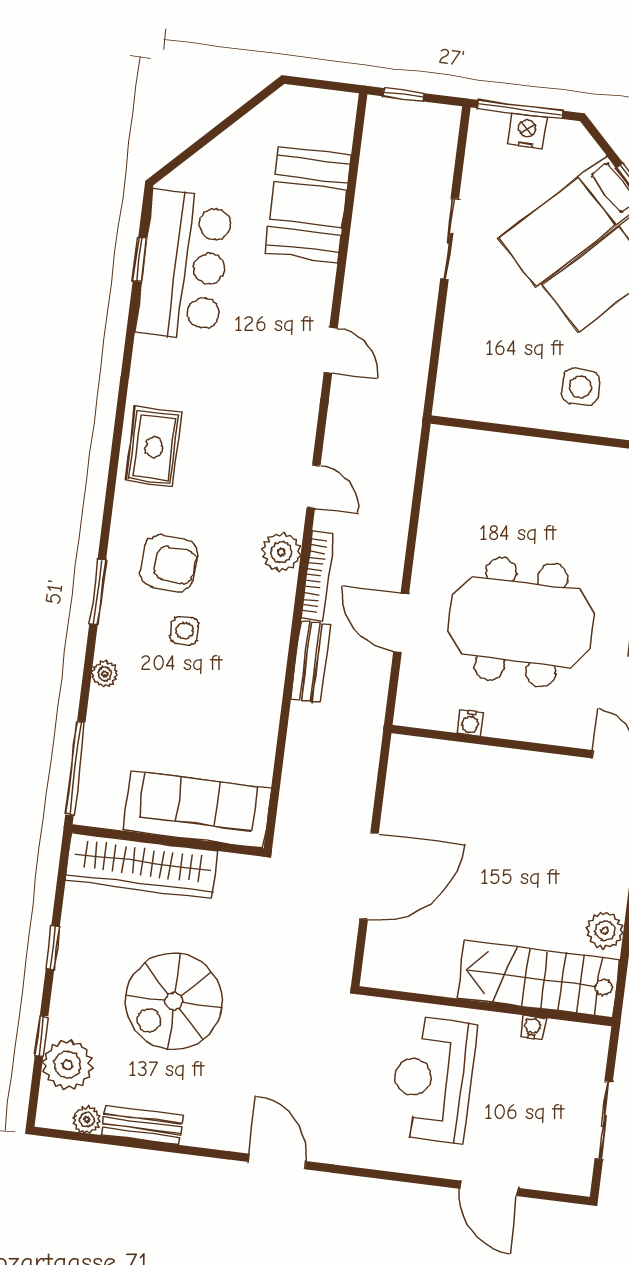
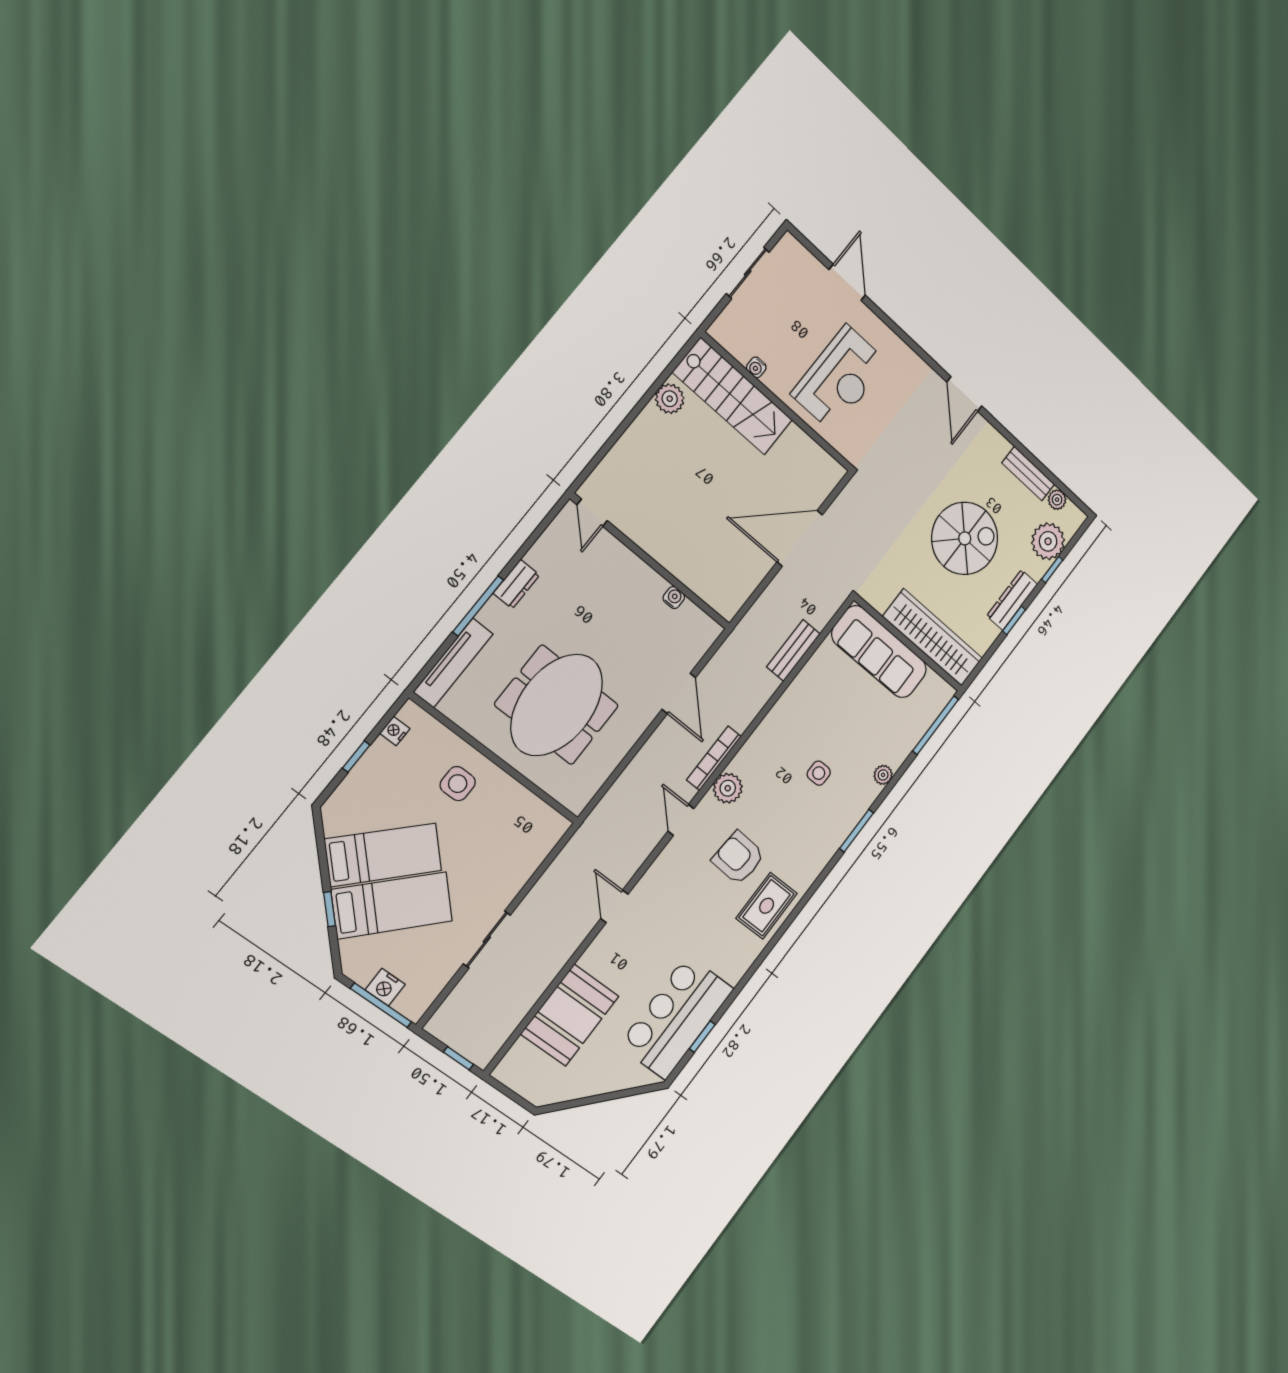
armchair: (169, 563) -> (738, 858), moved
meeting table: (521, 622) -> (557, 705), moved, turned 90
bench: (311, 662) -> (793, 650), moved
dresser: (70, 969) -> (1012, 600), added

